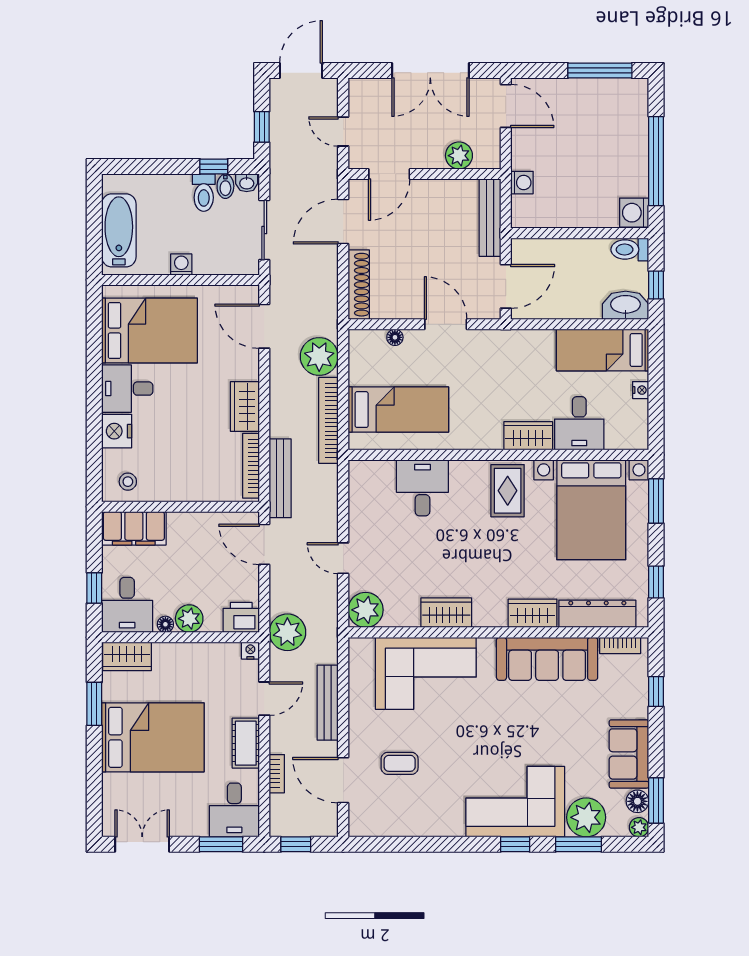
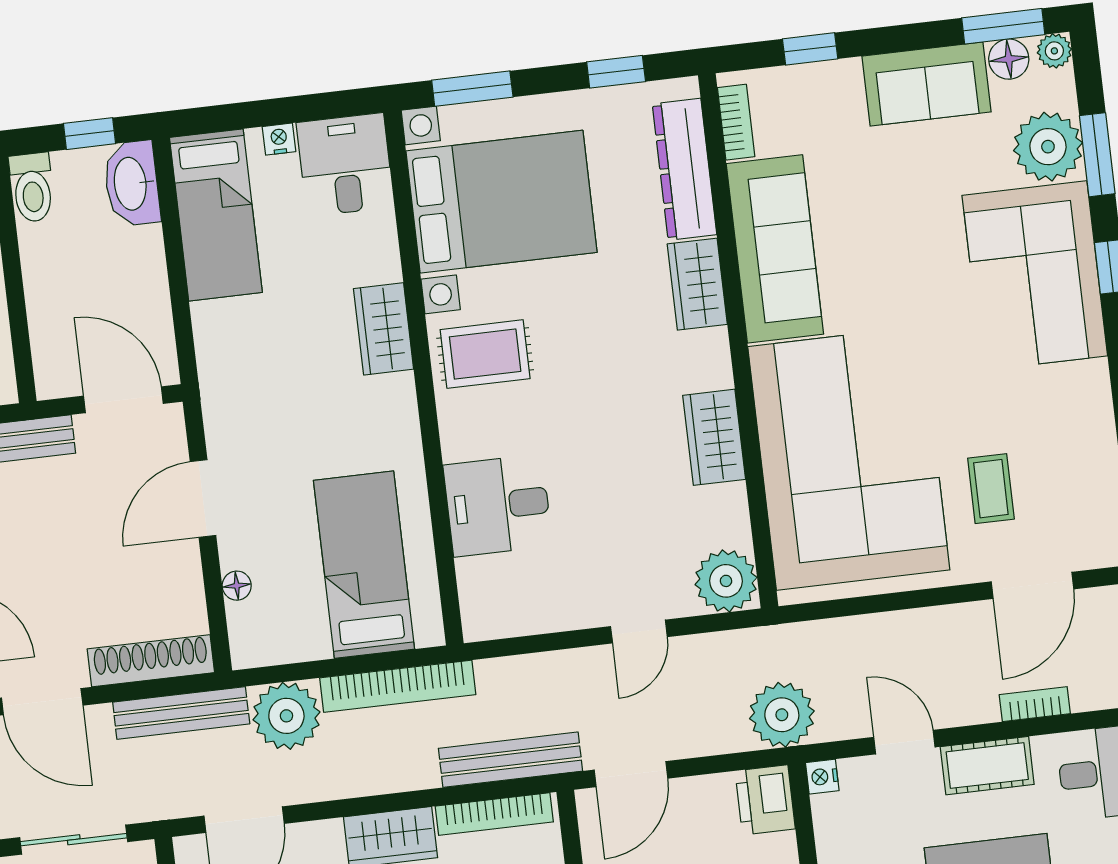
desk: (579, 423) -> (345, 165), moved, turned -90
corner sofa: (426, 673) -> (849, 458), width x1.36, depth x1.36
bench: (328, 703) -> (181, 713), moved

